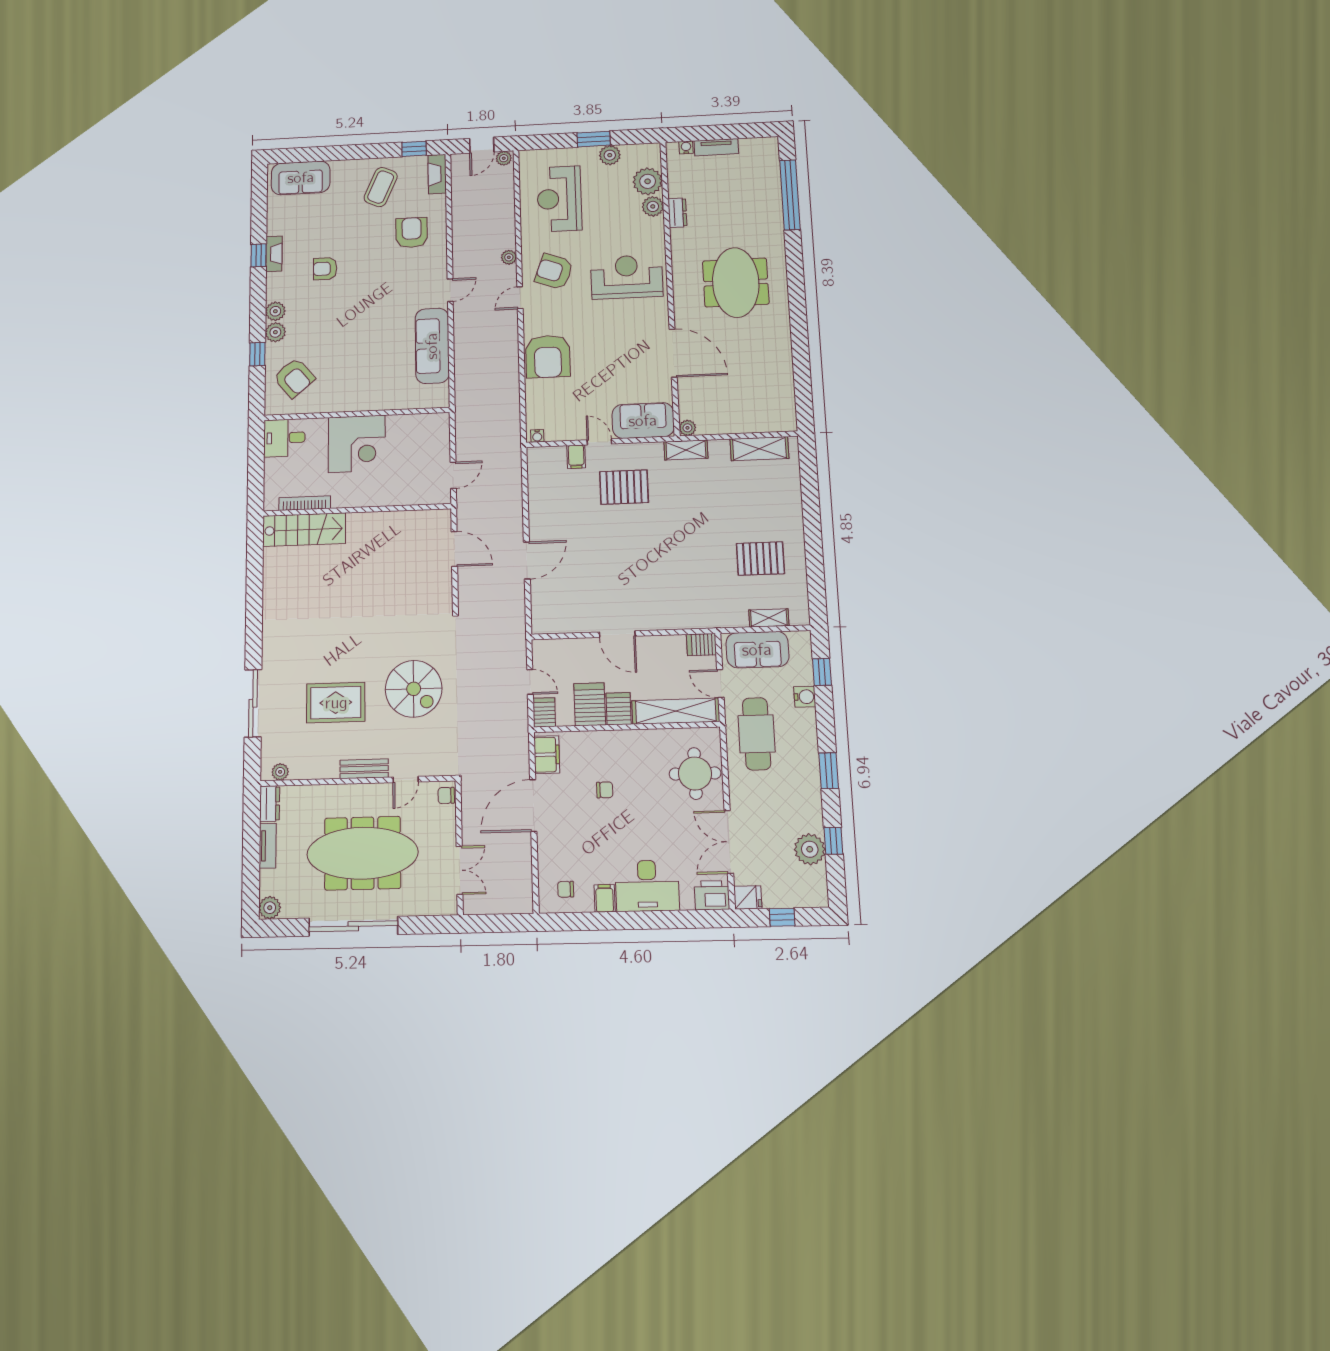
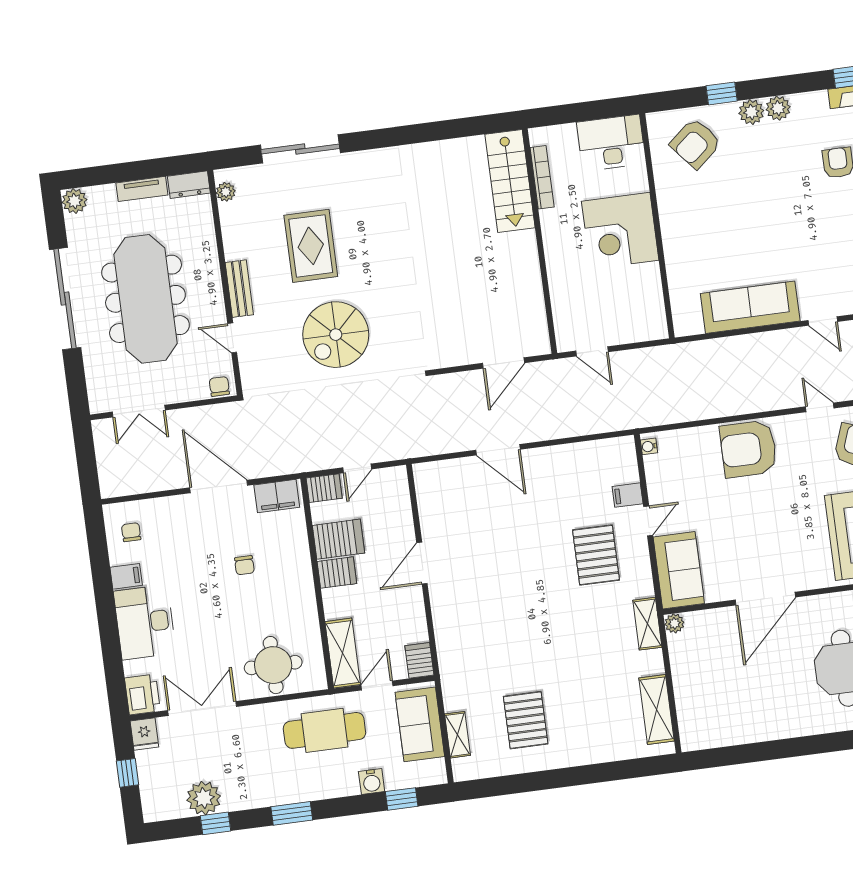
desk: (284, 438) -> (611, 143), width x1.37
shelving: (676, 711) -> (343, 653), width x0.68

